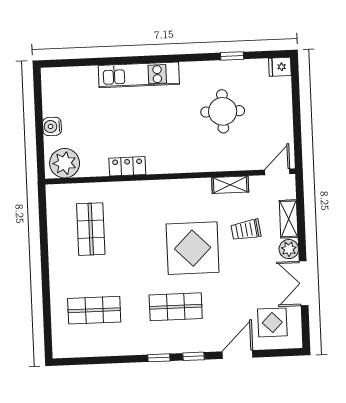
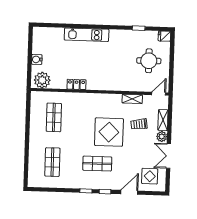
round table: (223, 111) -> (149, 61), moved
shop shelf: (94, 310) -> (52, 162), turned 90

